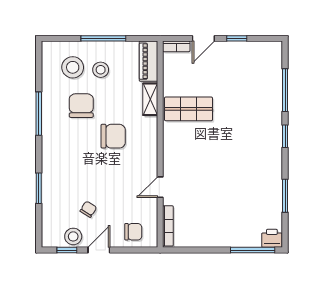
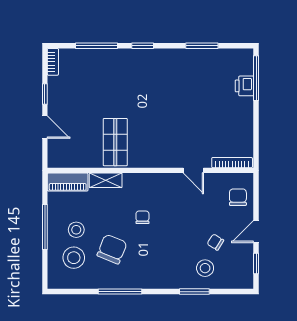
bookcase: (176, 46) -> (53, 62), moved
chair: (81, 106) -> (112, 249), turned 112
chair: (113, 136) -> (142, 217), width x0.54, depth x0.54
stool: (73, 236) -> (205, 268), moved
printer: (272, 238) -> (244, 86), moved
door: (99, 250) -> (256, 232), hinge flipped

